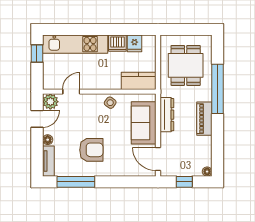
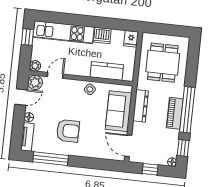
fridge: (134, 43) -> (131, 39), moved
kitchen counter: (139, 81) -> (107, 71), moved
plant: (48, 84) -> (35, 66), added
window: (217, 89) -> (187, 110), moved
window: (217, 155) -> (183, 148), added

